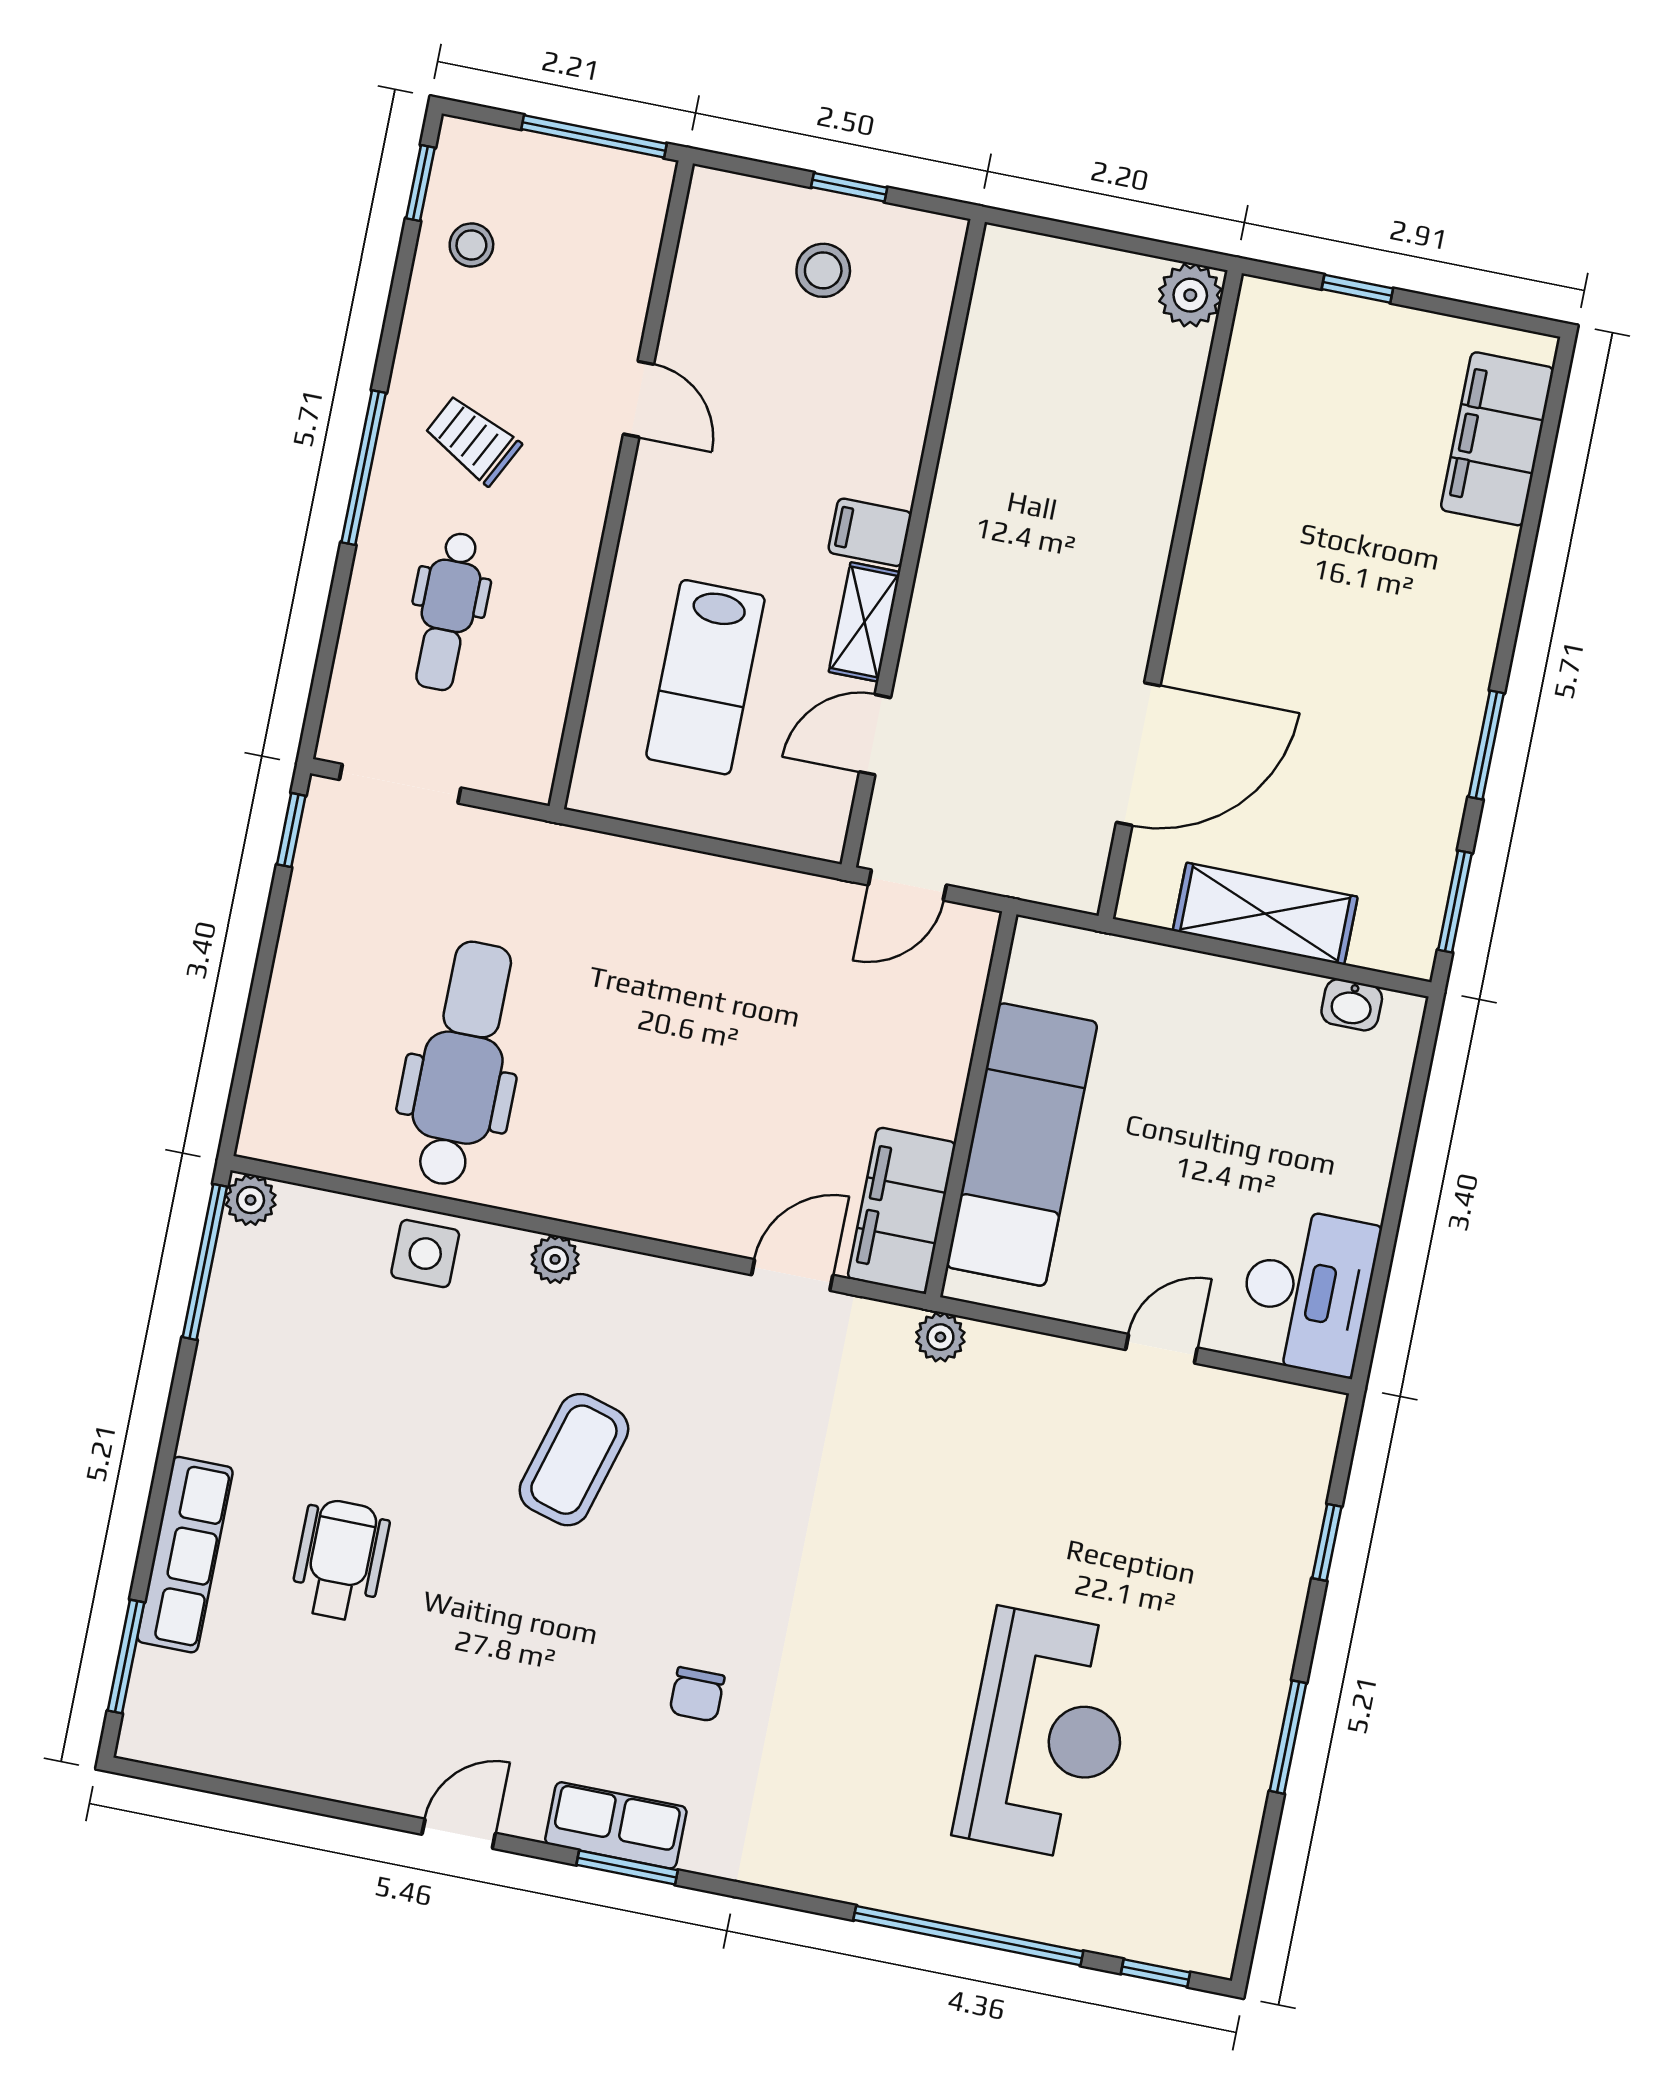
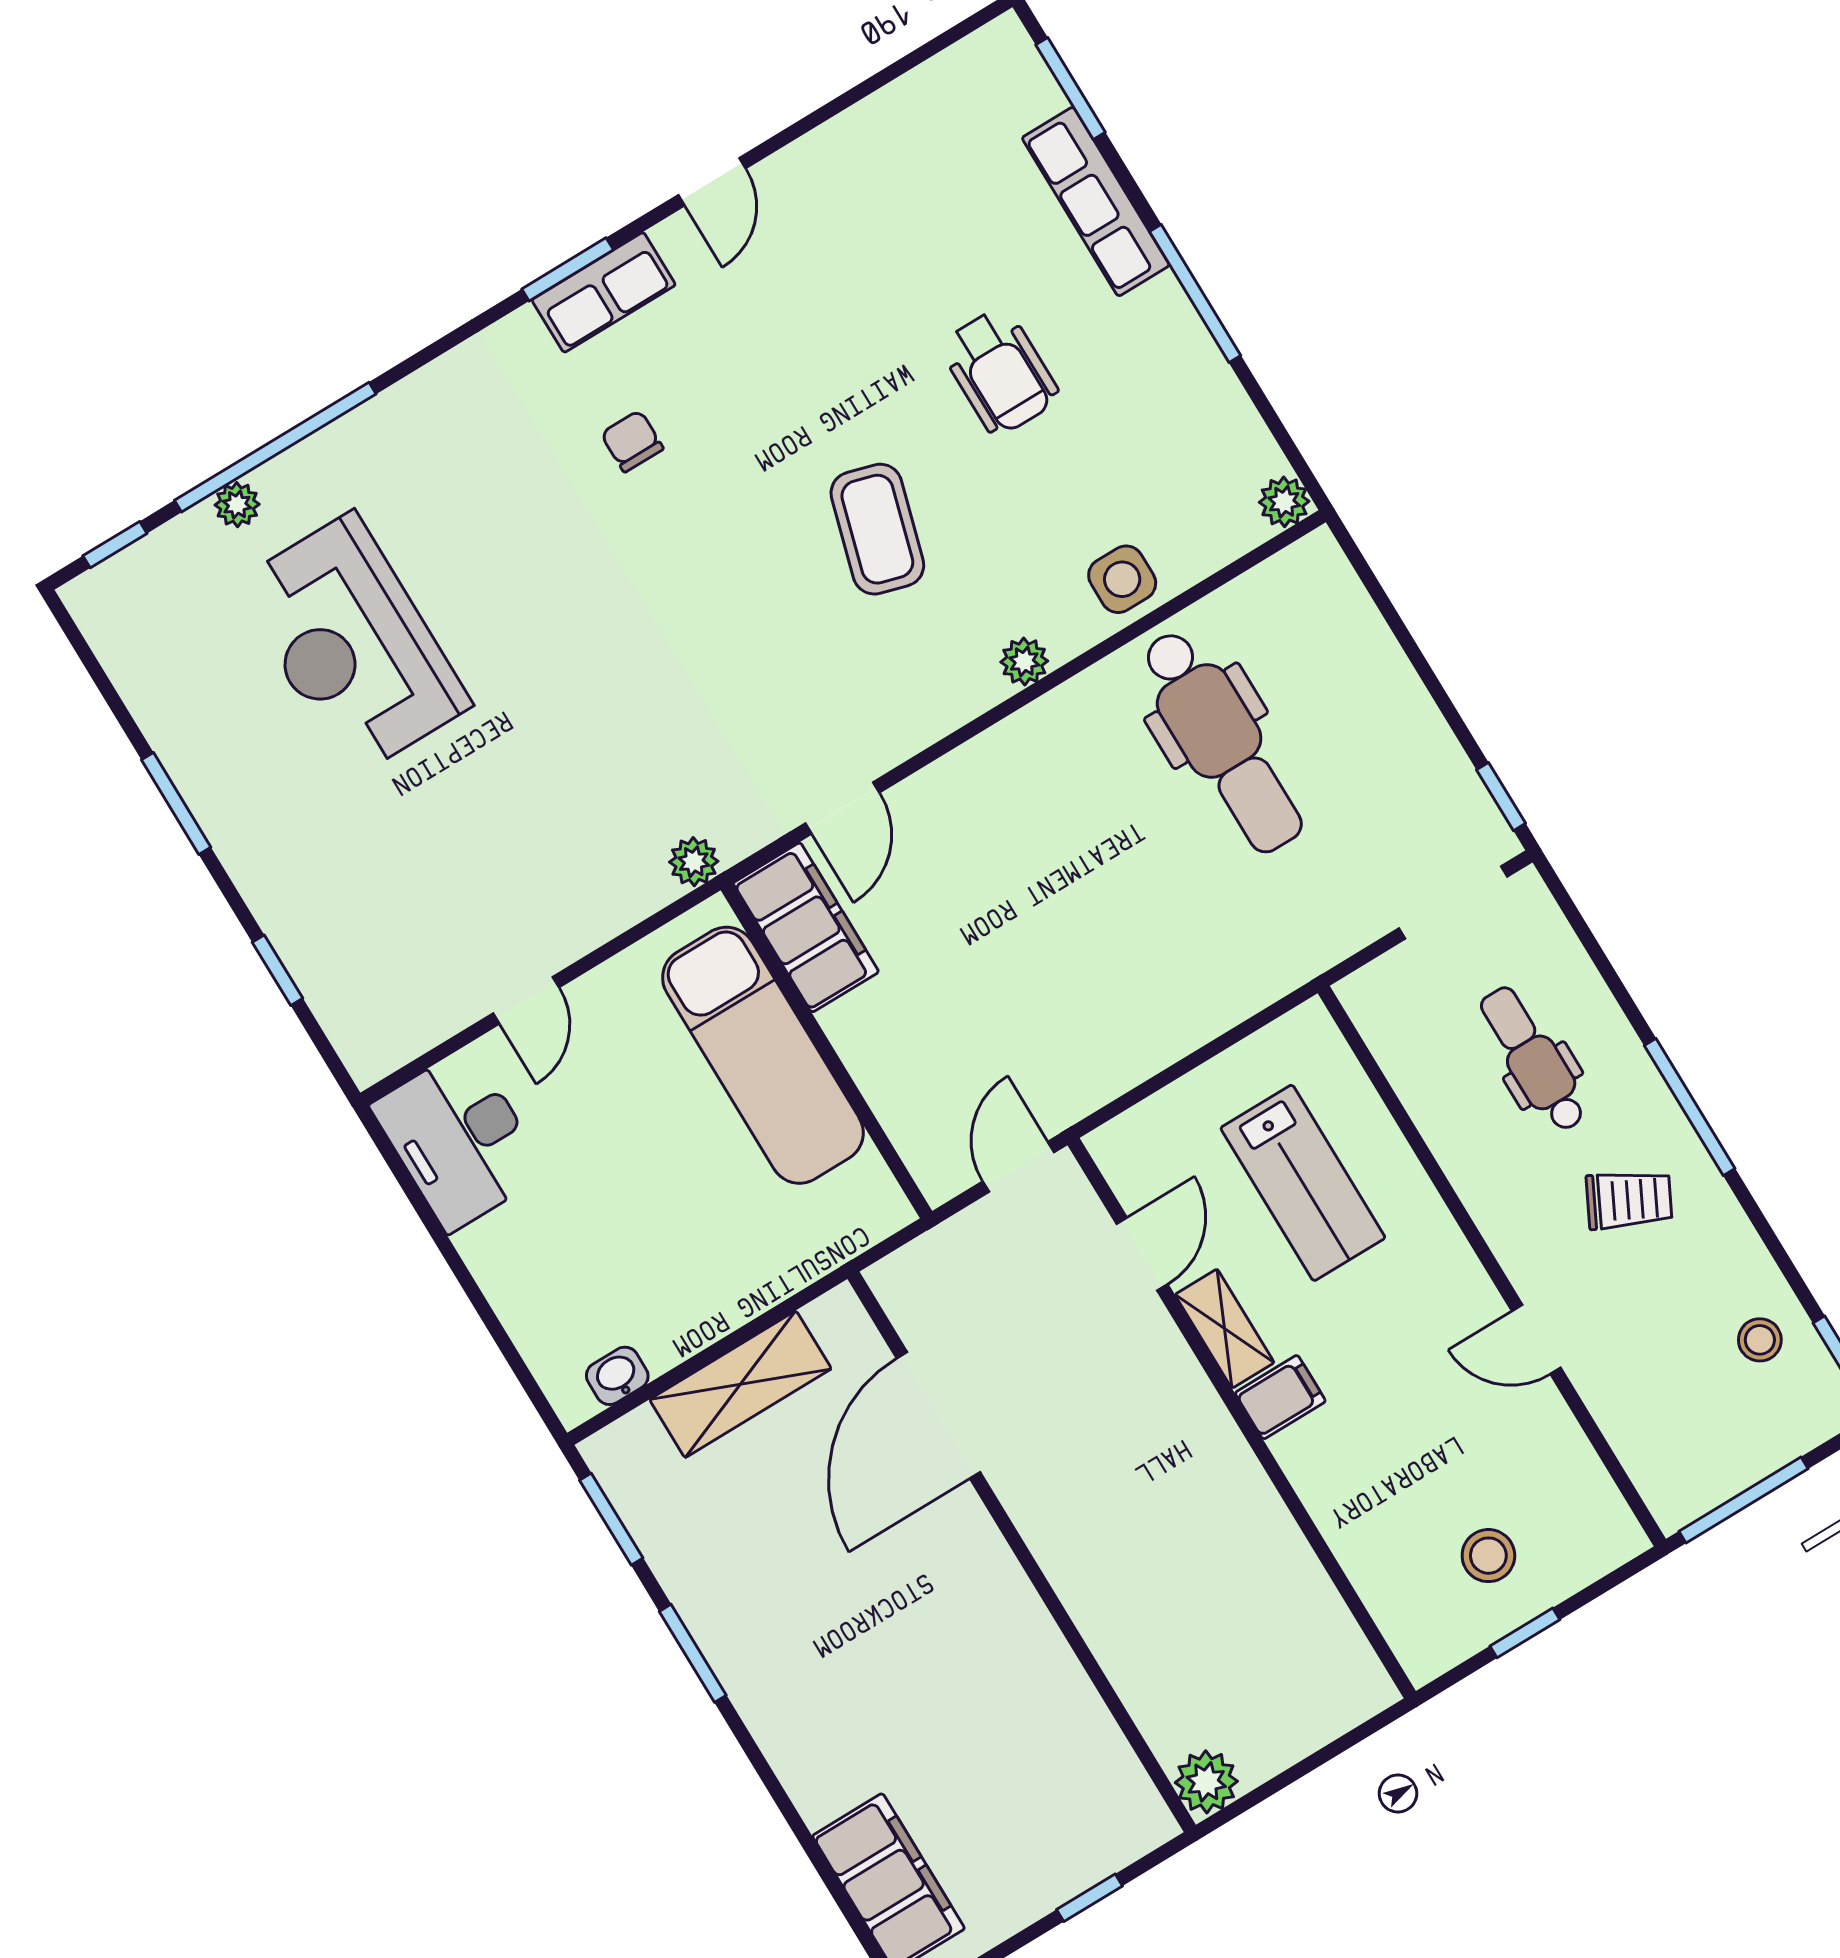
lab bench: (705, 677) -> (1303, 1183), turned 180
window: (205, 1262) -> (1195, 294), moved
wheelchair: (340, 1560) -> (1000, 372), moved
plant: (1037, 1919) -> (237, 505), added

